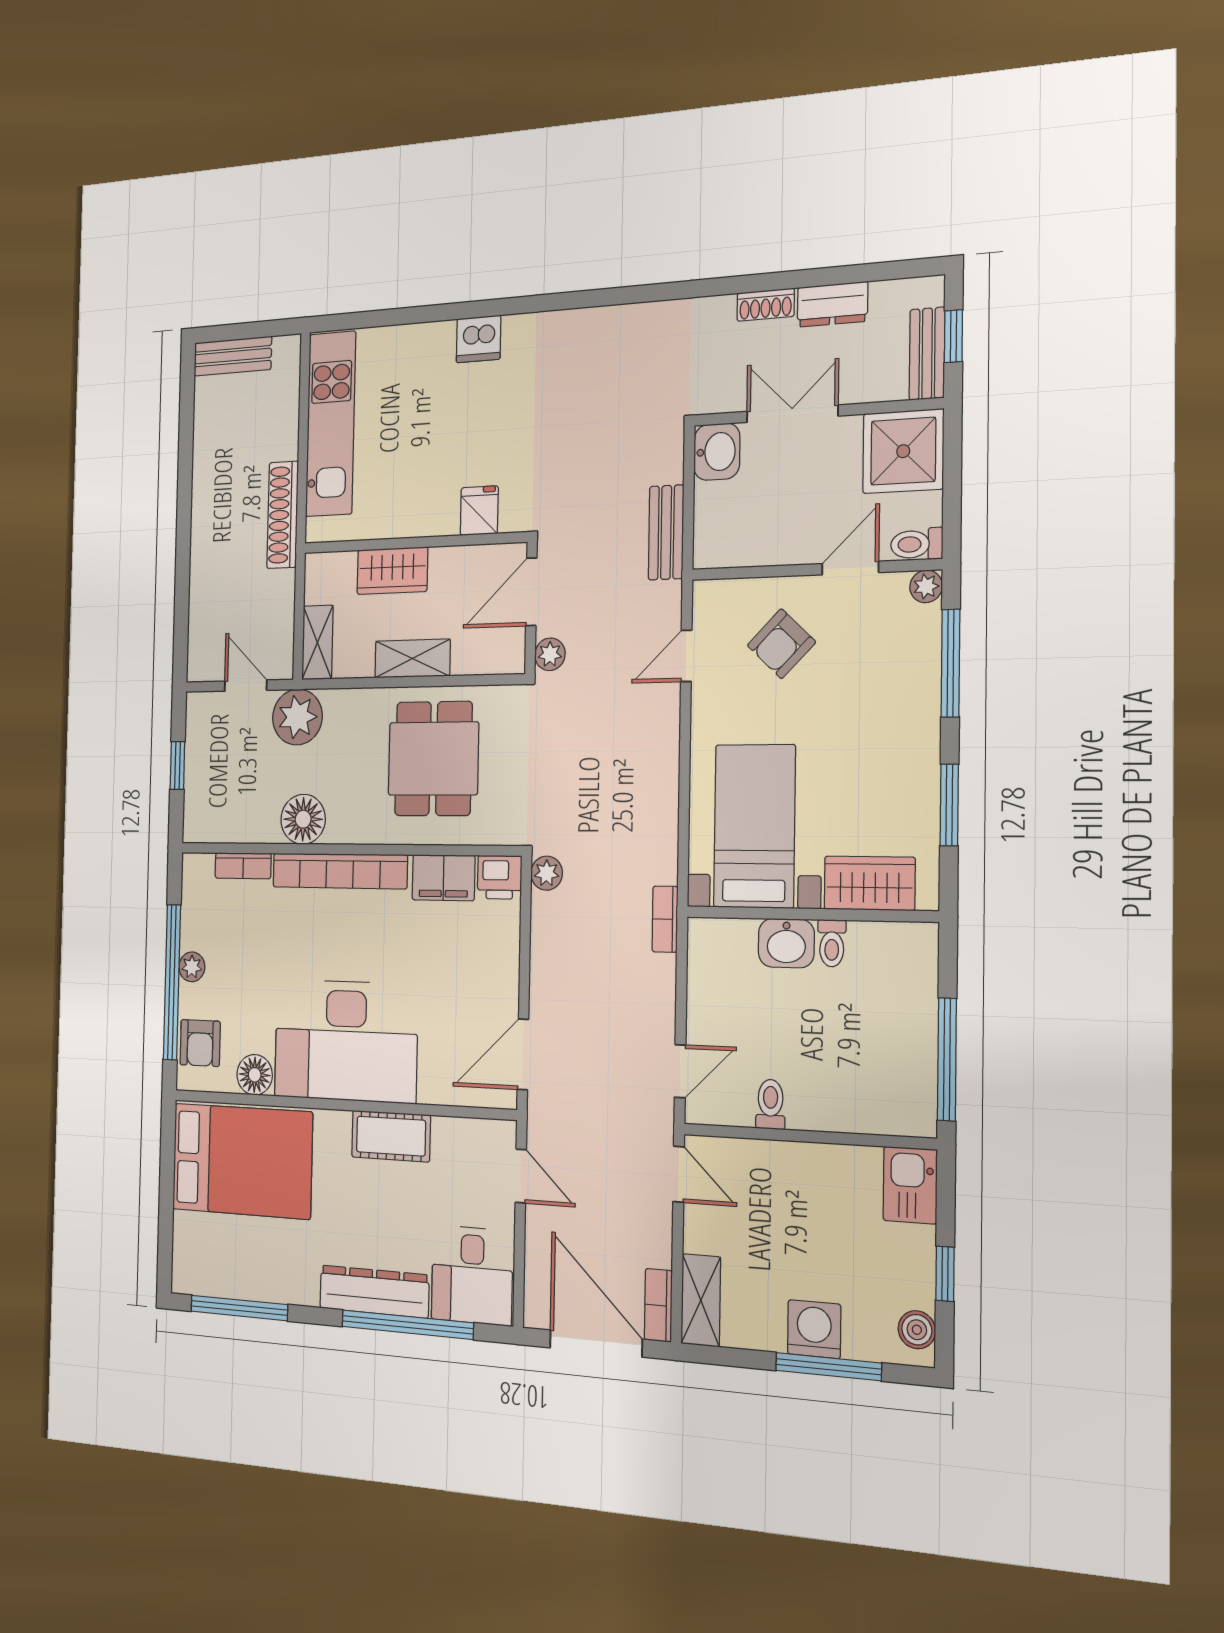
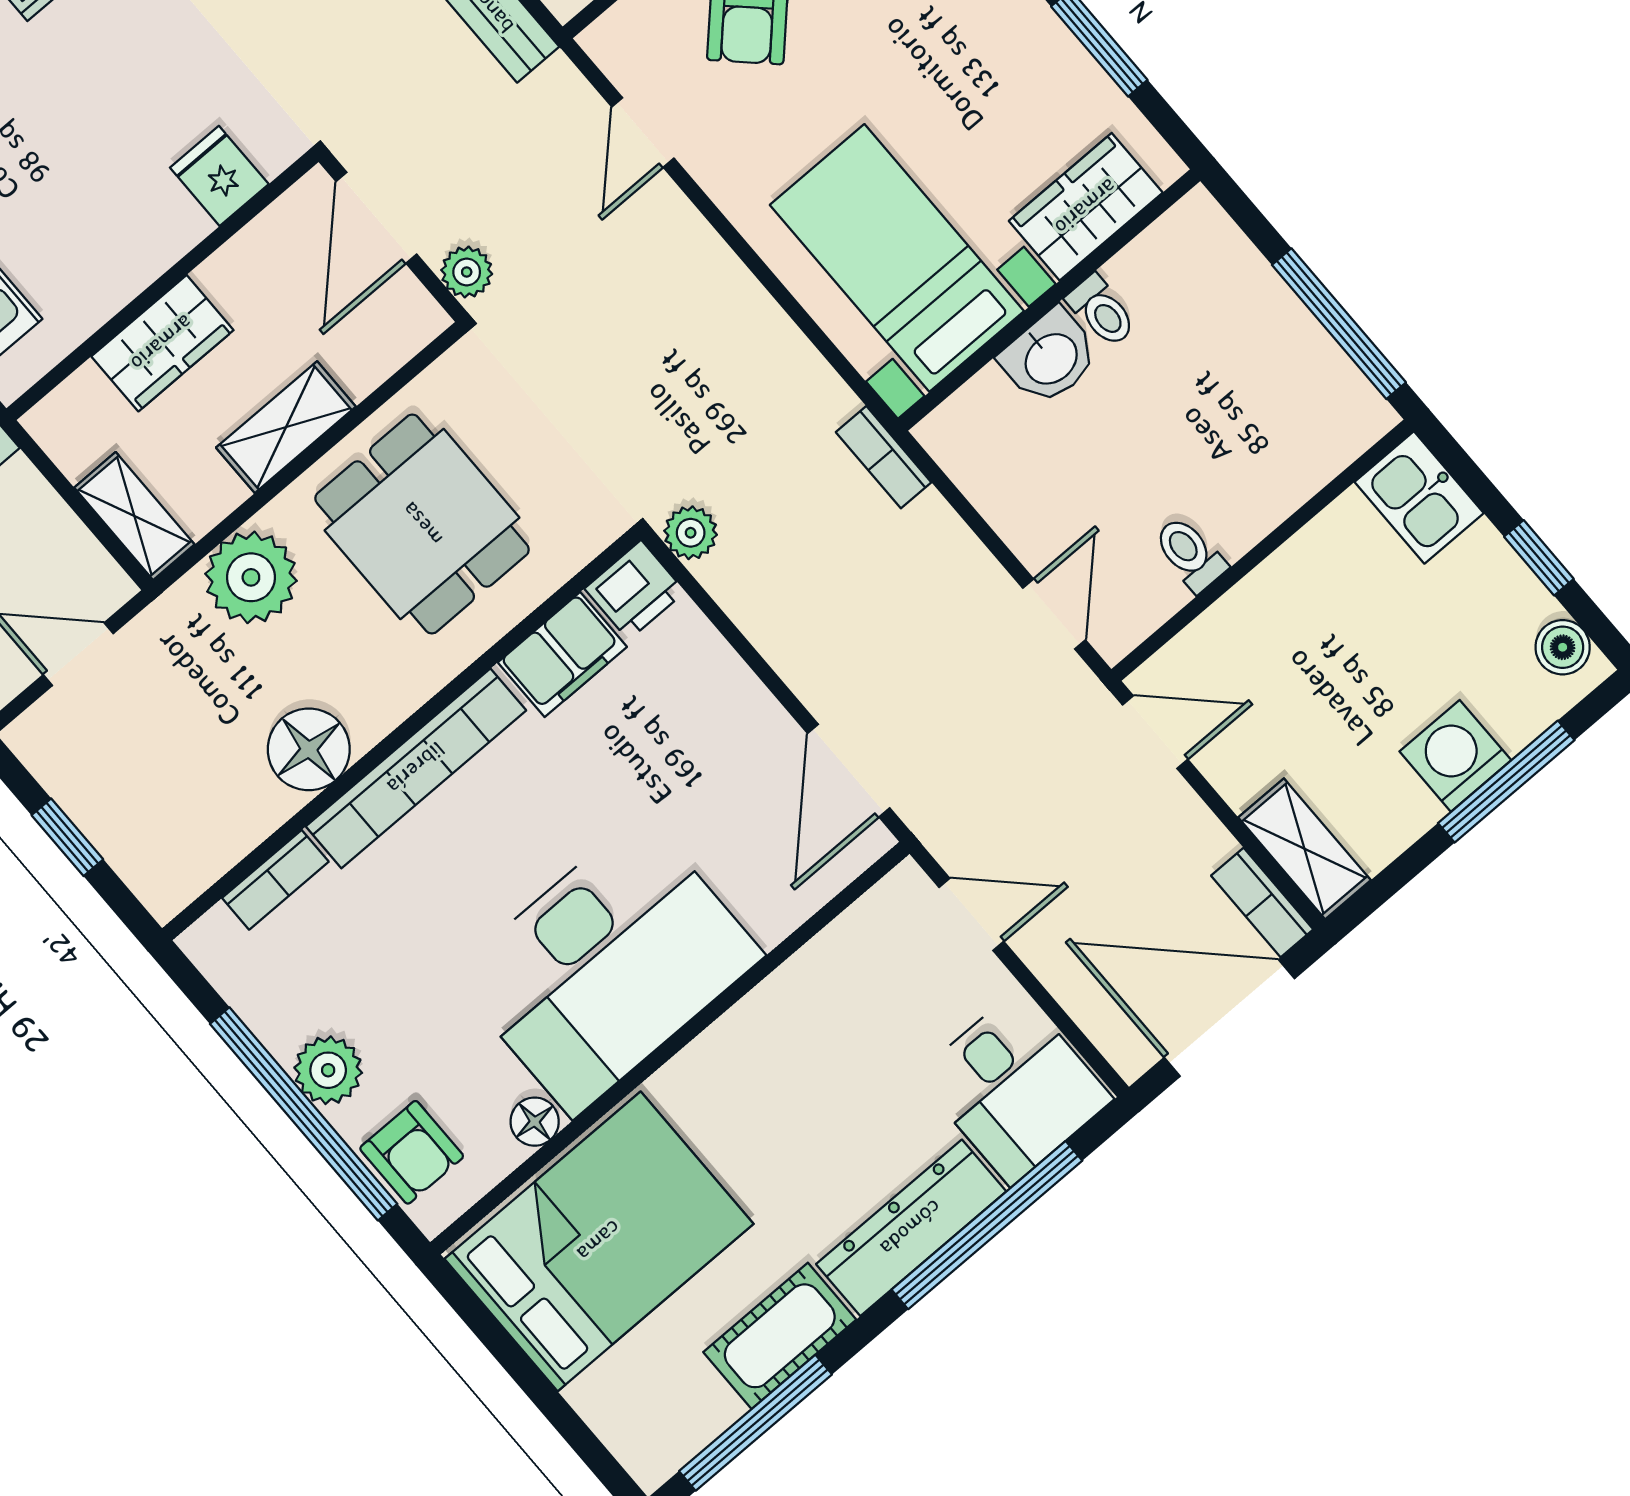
plant: (297, 717) -> (251, 577), moved
plant: (192, 967) -> (328, 1070), width x1.38, depth x1.38
floor lamp: (255, 1075) -> (535, 1122), width x0.73, depth x0.73
cot: (391, 1136) -> (780, 1336), moved

